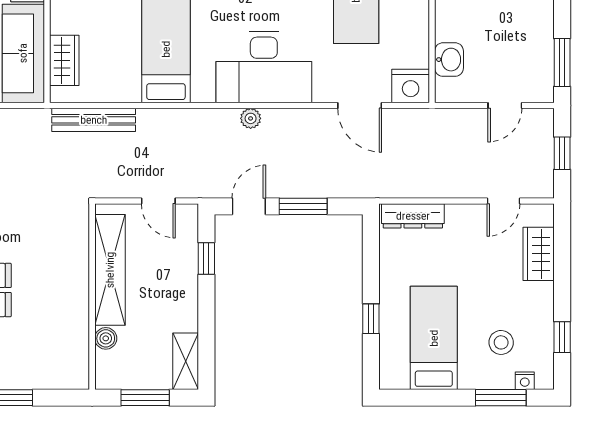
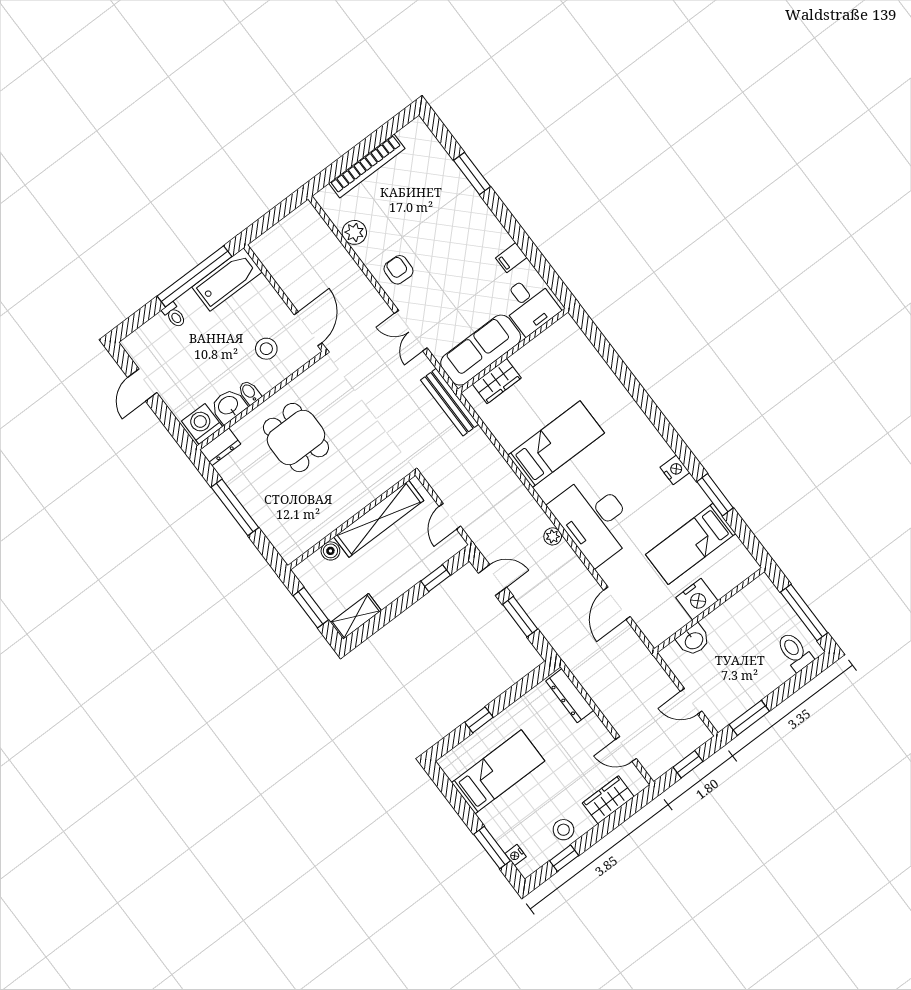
nightstand: (411, 86) -> (697, 599), moved, turned -90
bench: (94, 120) -> (450, 402), moved
stool: (501, 342) -> (563, 830), moved

